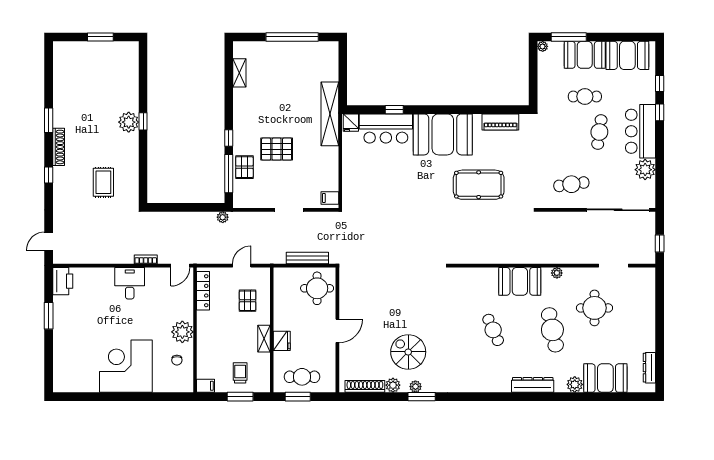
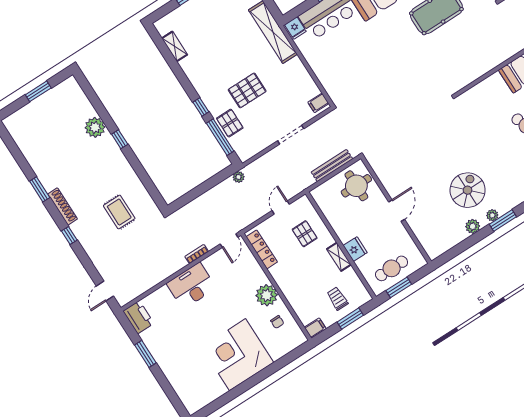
plant: (129, 122) -> (95, 127), moved
desk: (130, 283) -> (191, 286), width x1.37
spiral stairs: (408, 352) -> (468, 190), turned 90
shoe rack: (365, 386) -> (450, 242), removed

